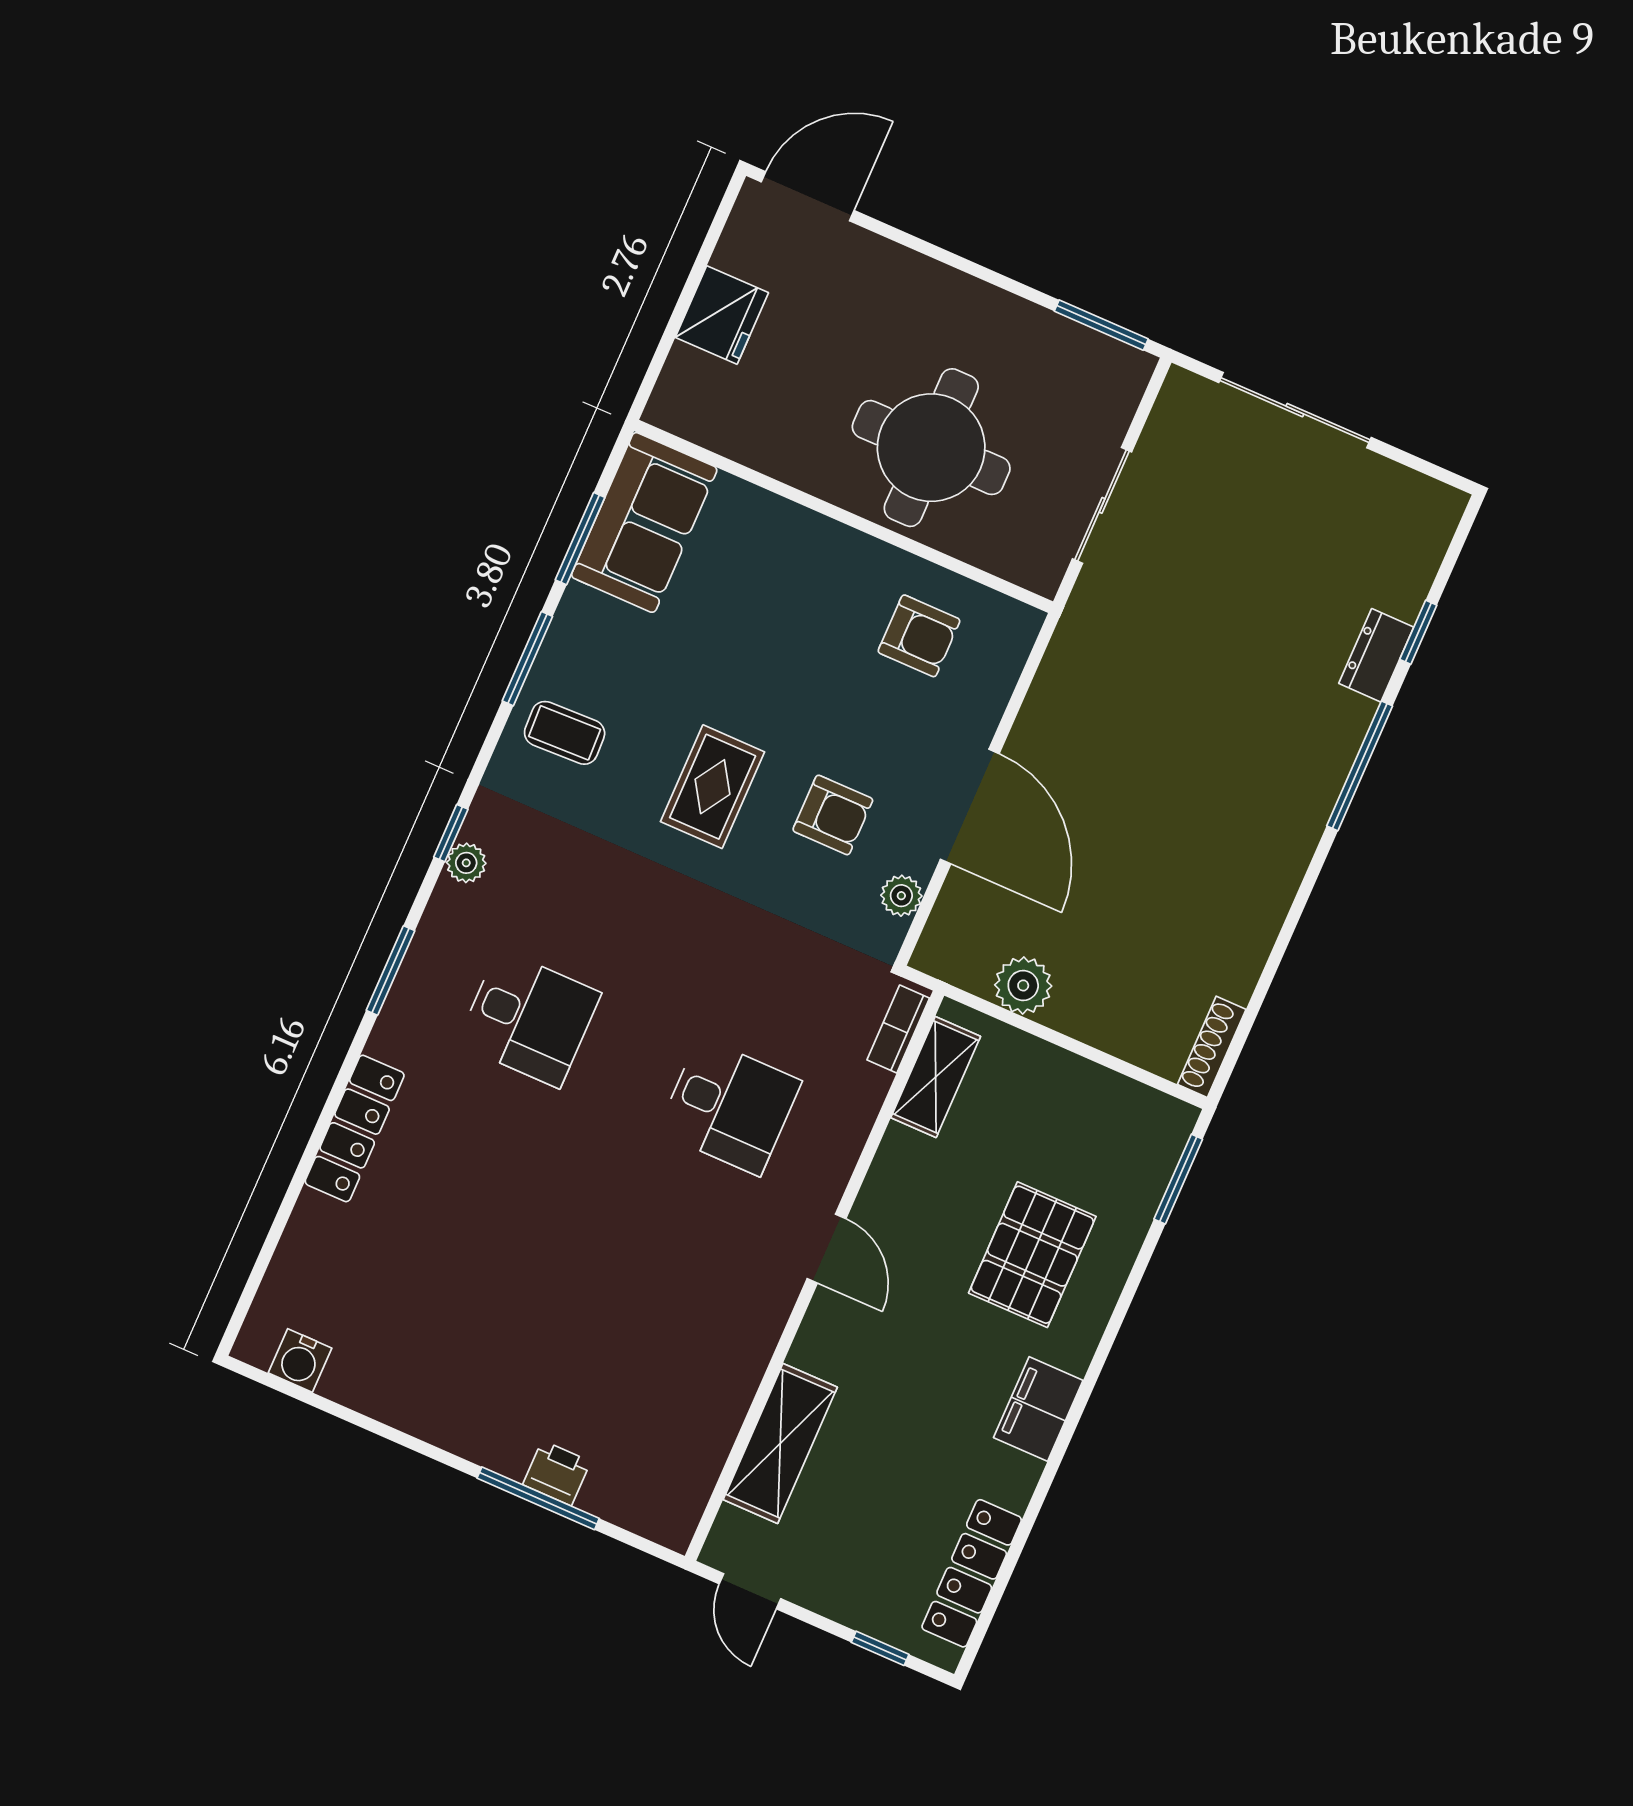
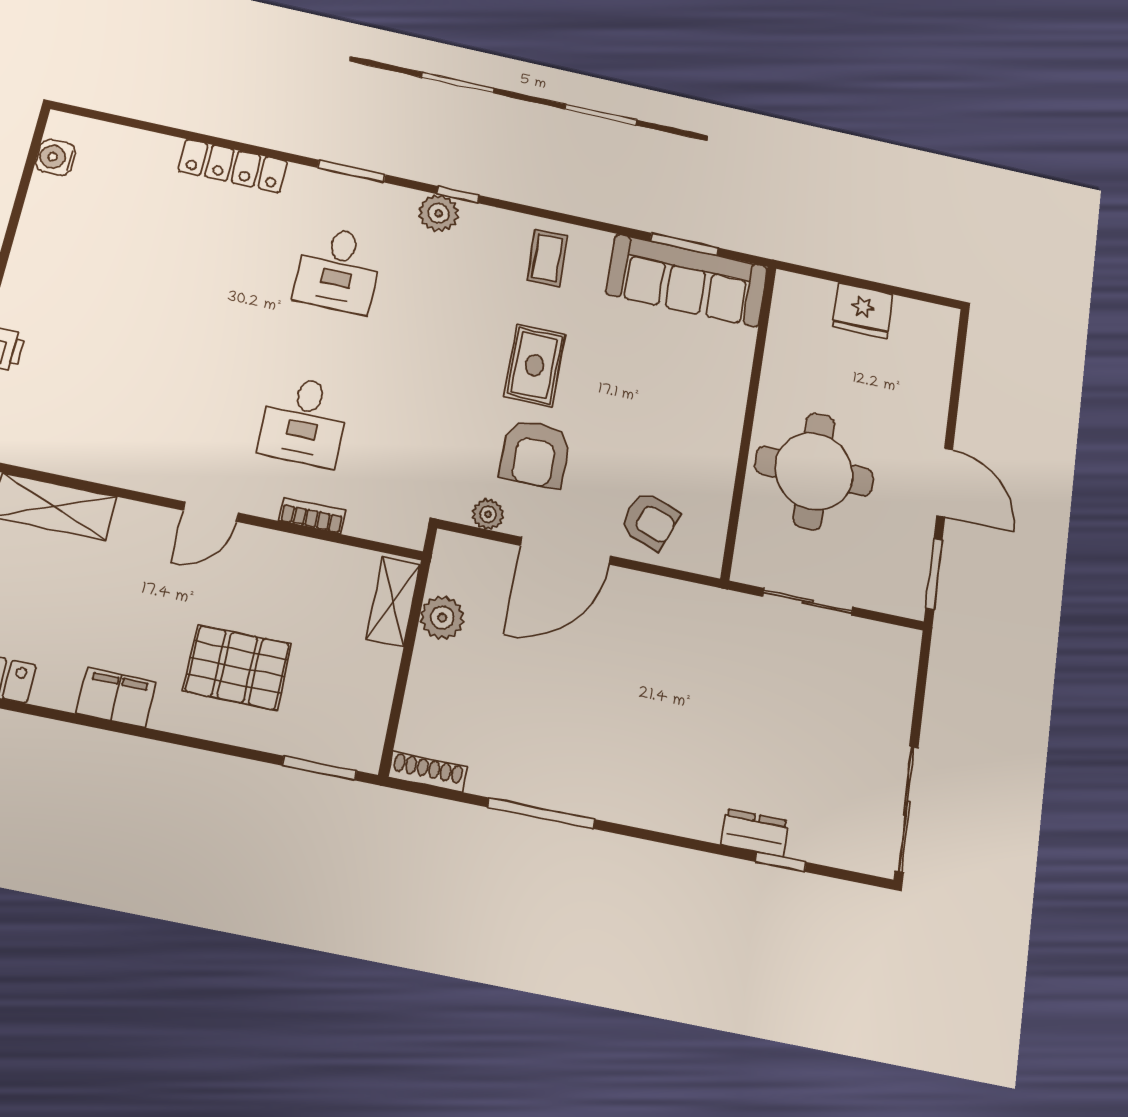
door: (808, 196) -> (945, 483), moved
sliding door: (1295, 410) -> (907, 809), moved
sofa: (644, 522) -> (687, 280), width x1.36
armchair: (919, 636) -> (650, 521), moved, turned -70
window: (527, 659) -> (592, 224), removed
window: (1360, 766) -> (541, 813), moved
rug: (713, 787) -> (534, 365), turned 90
armchair: (833, 815) -> (535, 453), width x1.38, depth x1.38
plant: (466, 863) -> (439, 213), width x1.38, depth x1.38
bookcase: (898, 1029) -> (312, 516), moved
shelving: (936, 1077) -> (393, 602), moved, turned 90

